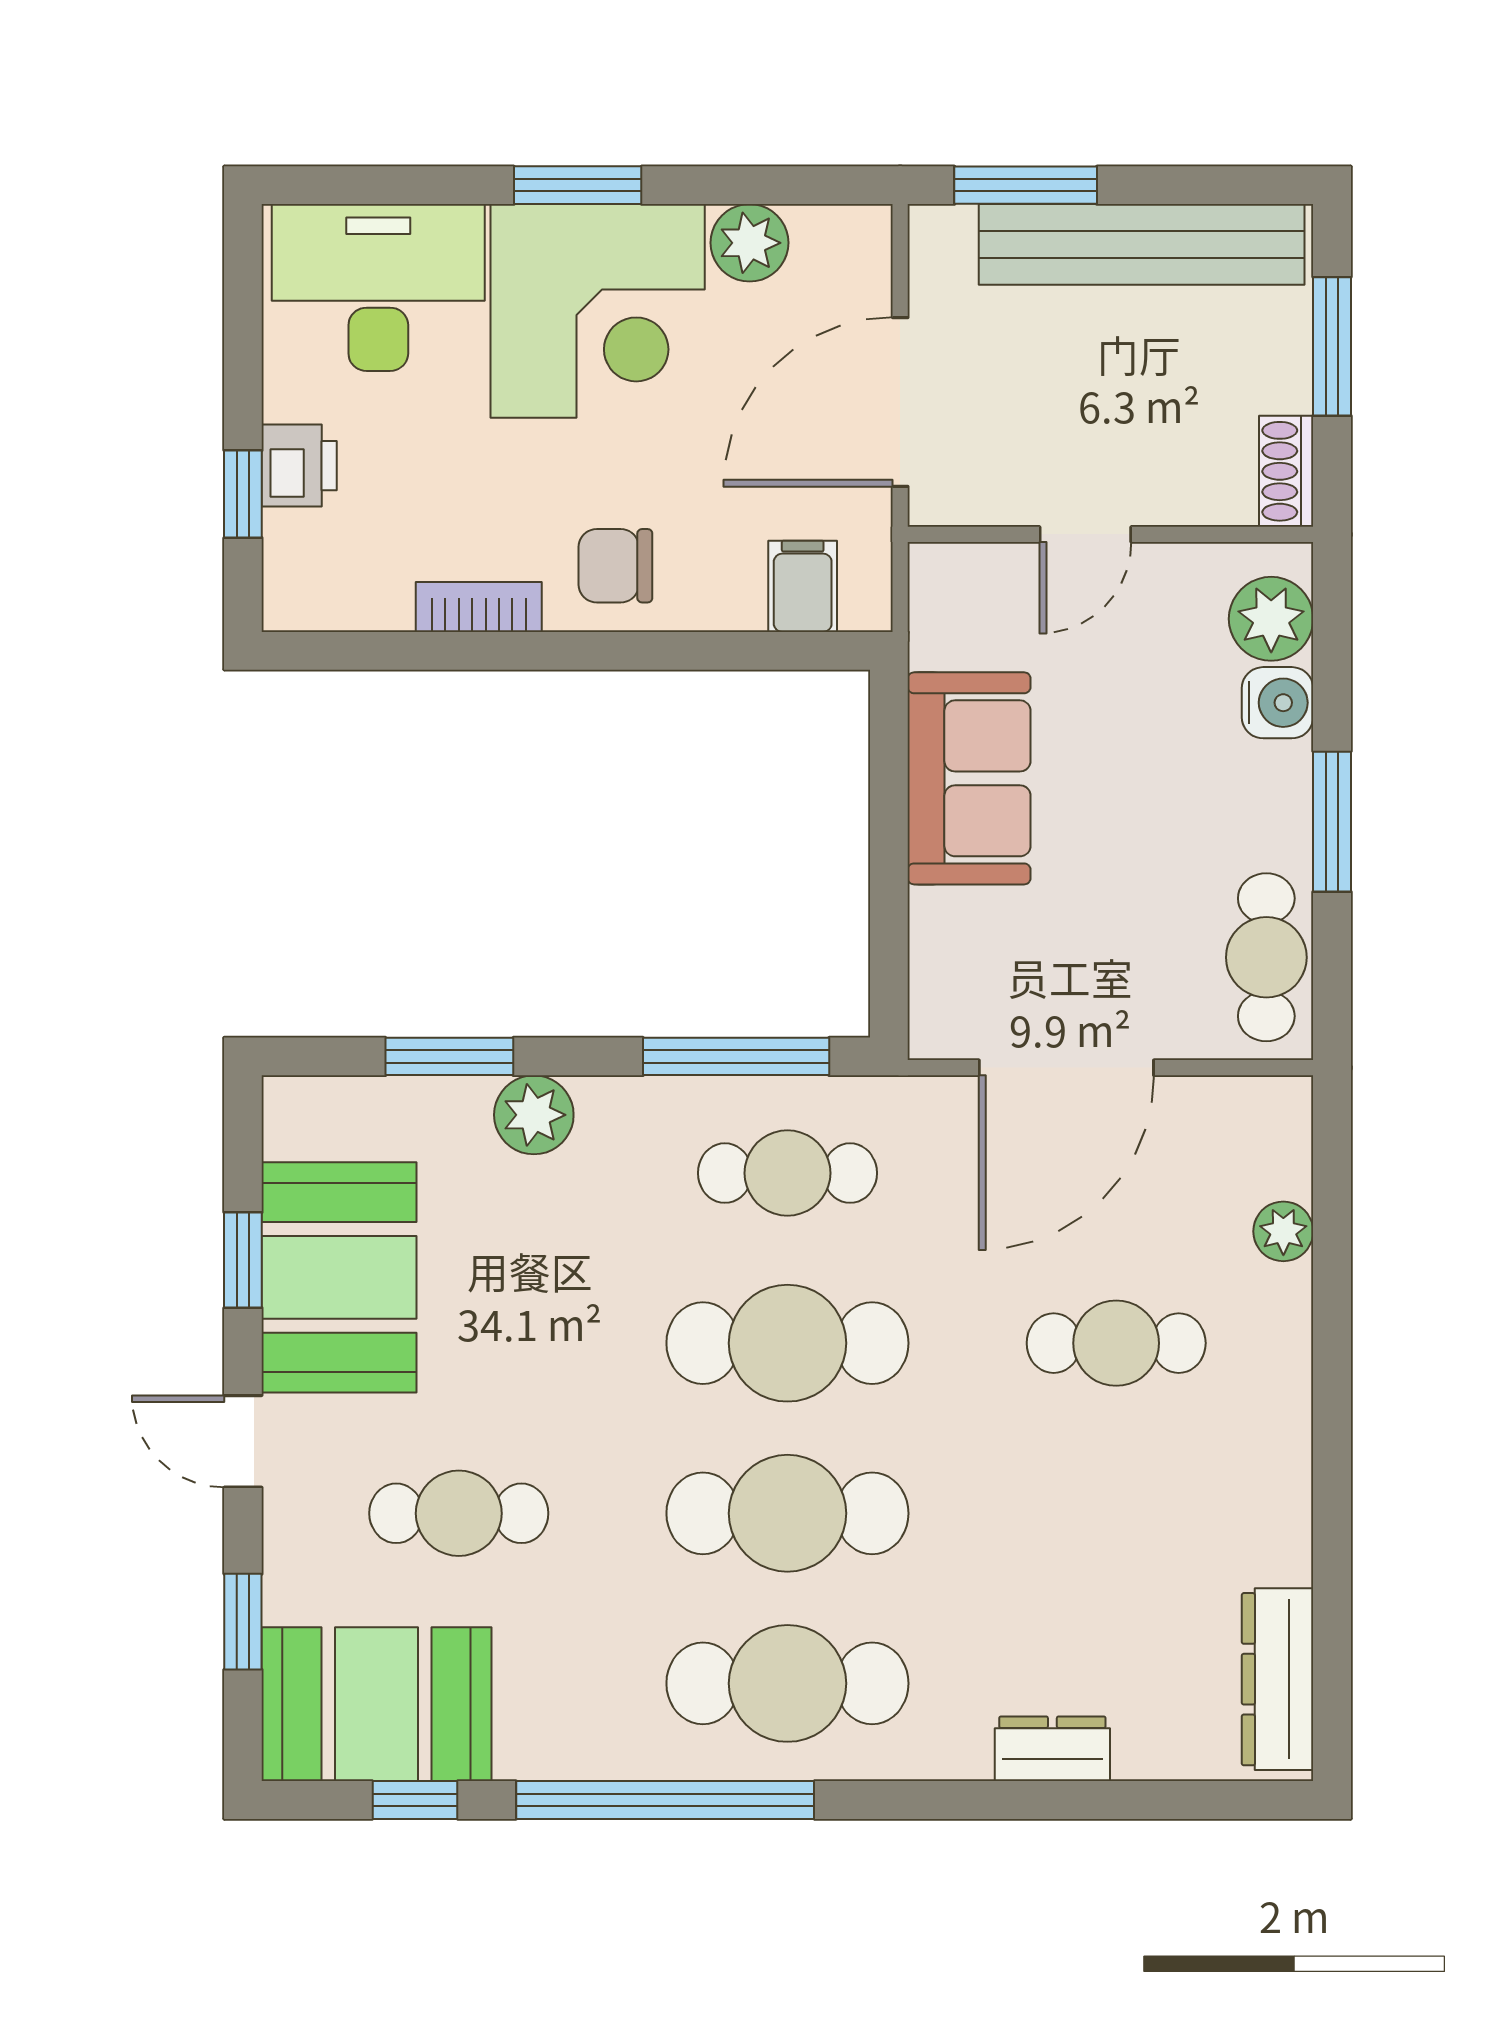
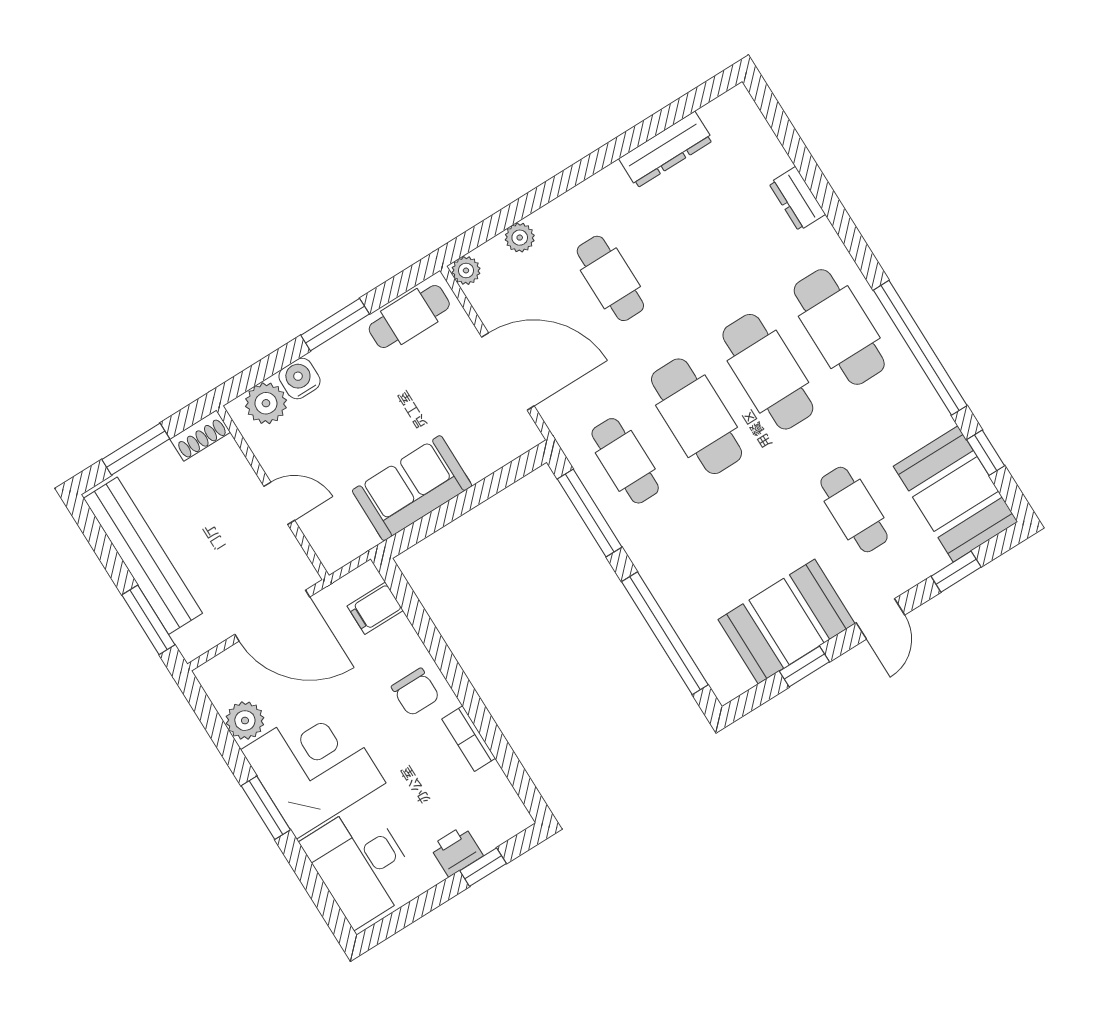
window: (449, 1056) -> (665, 633), width x2.11
plant: (534, 1115) -> (466, 270), moved, width x0.73, depth x0.73
dresser: (1278, 1679) -> (666, 150), moved

